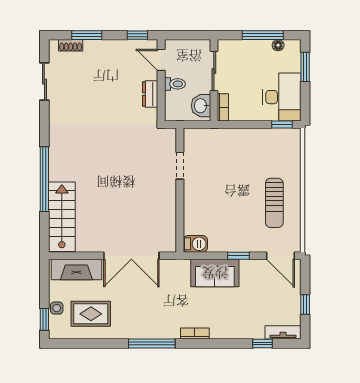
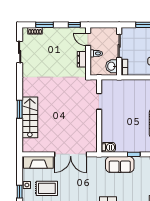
window: (44, 179) -> (20, 109), width x0.47
stairs: (62, 217) -> (30, 117), moved

